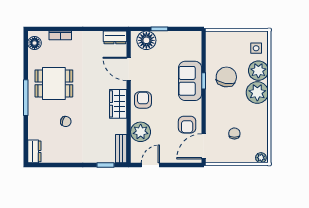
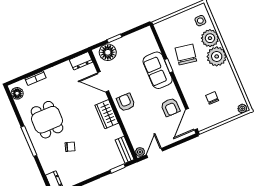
dining table: (54, 83) -> (47, 120), turned 90
plant: (141, 132) -> (140, 152), moved, width x0.53, depth x0.53

